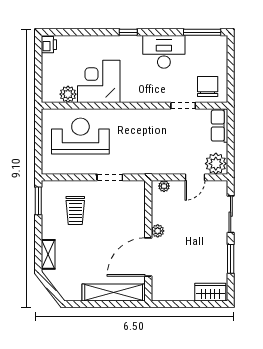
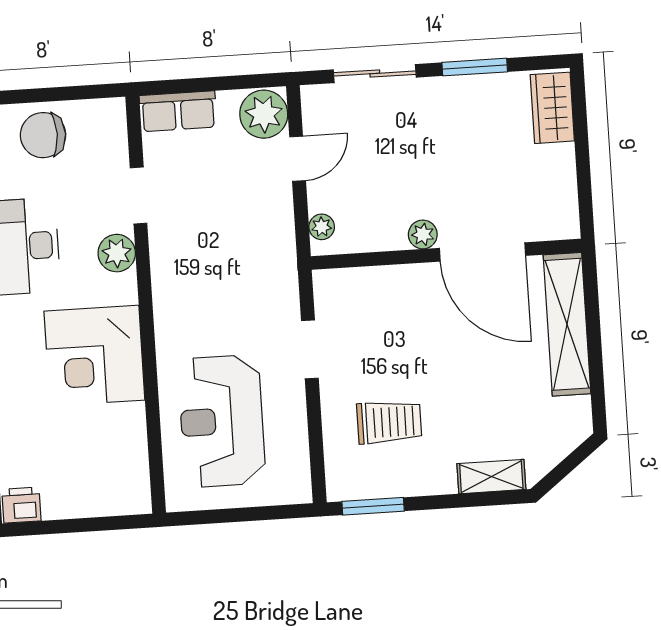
corner desk: (99, 81) -> (94, 356), moved
chair: (208, 87) -> (43, 135), moved
plant: (68, 94) -> (117, 253), moved
door: (195, 177) -> (298, 159), hinge flipped

